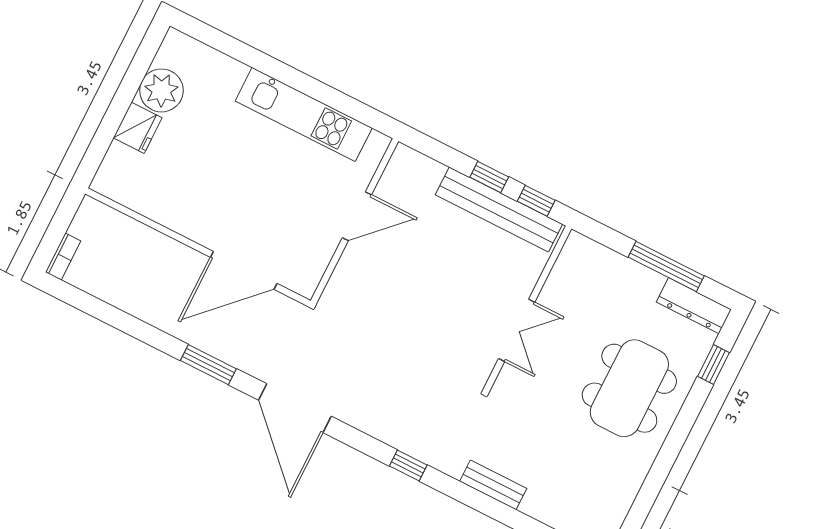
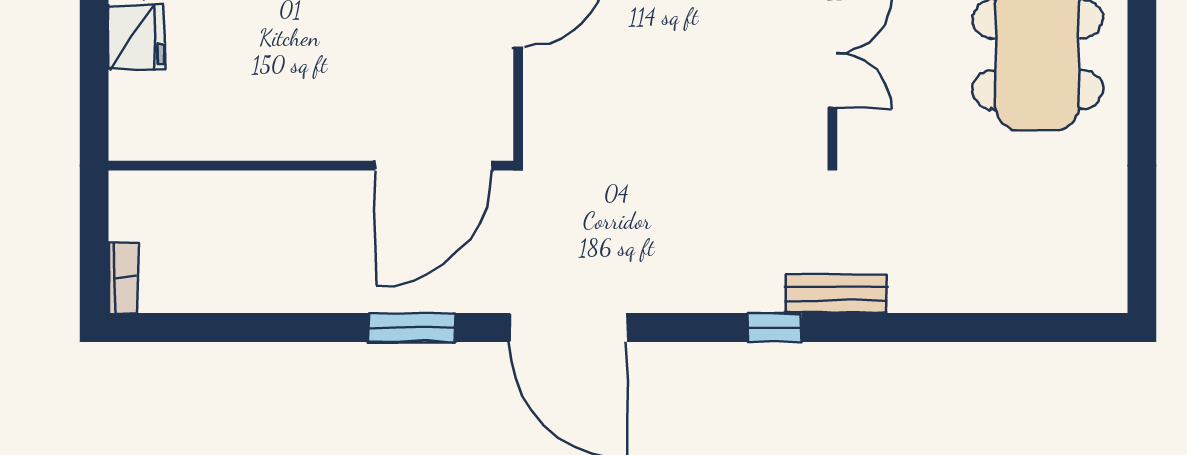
door: (244, 270) -> (434, 166), moved
bench: (493, 485) -> (836, 294), moved

